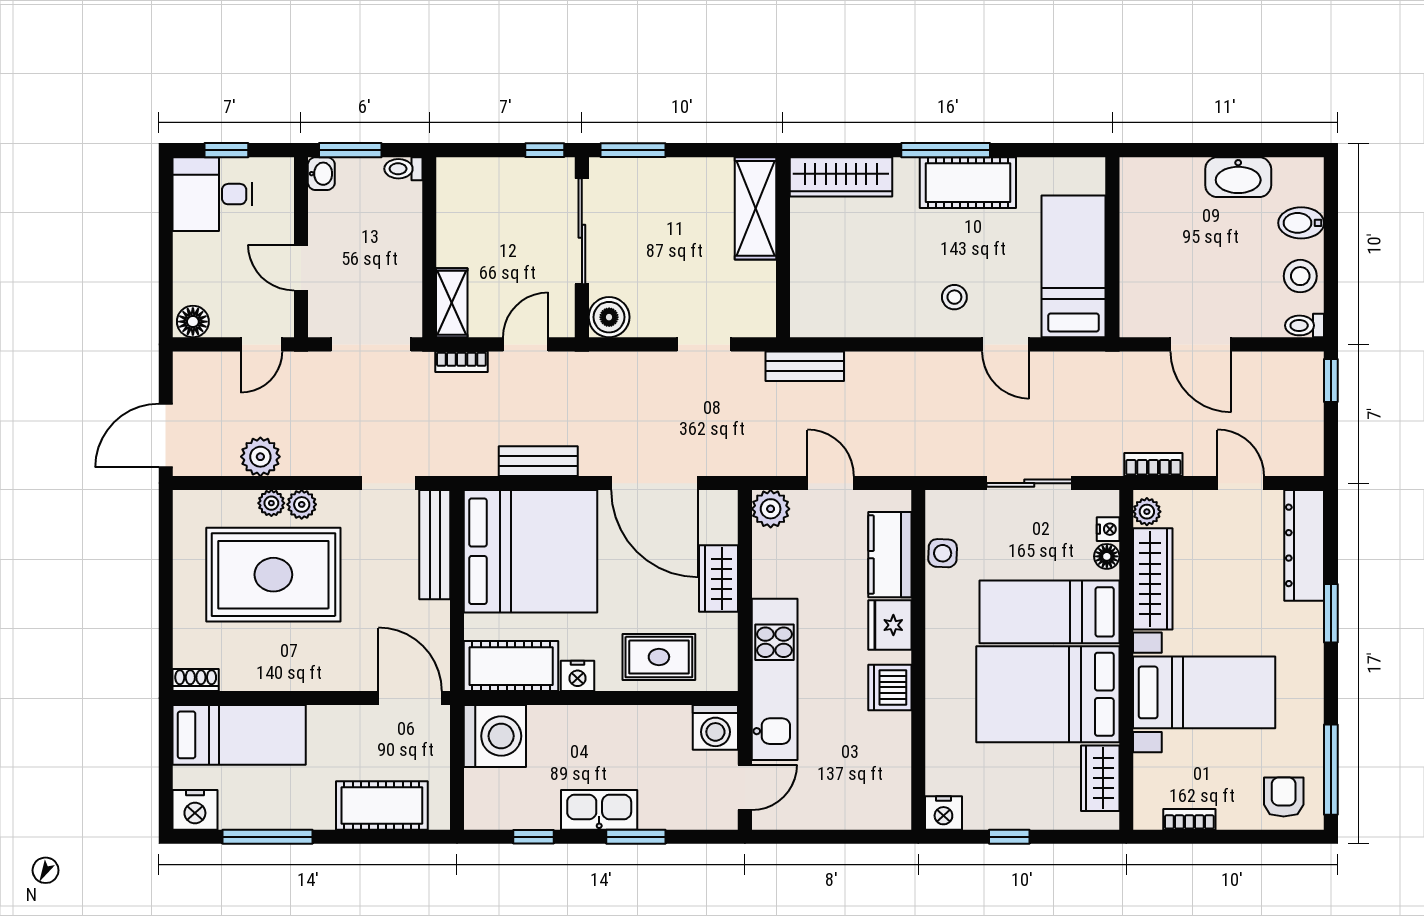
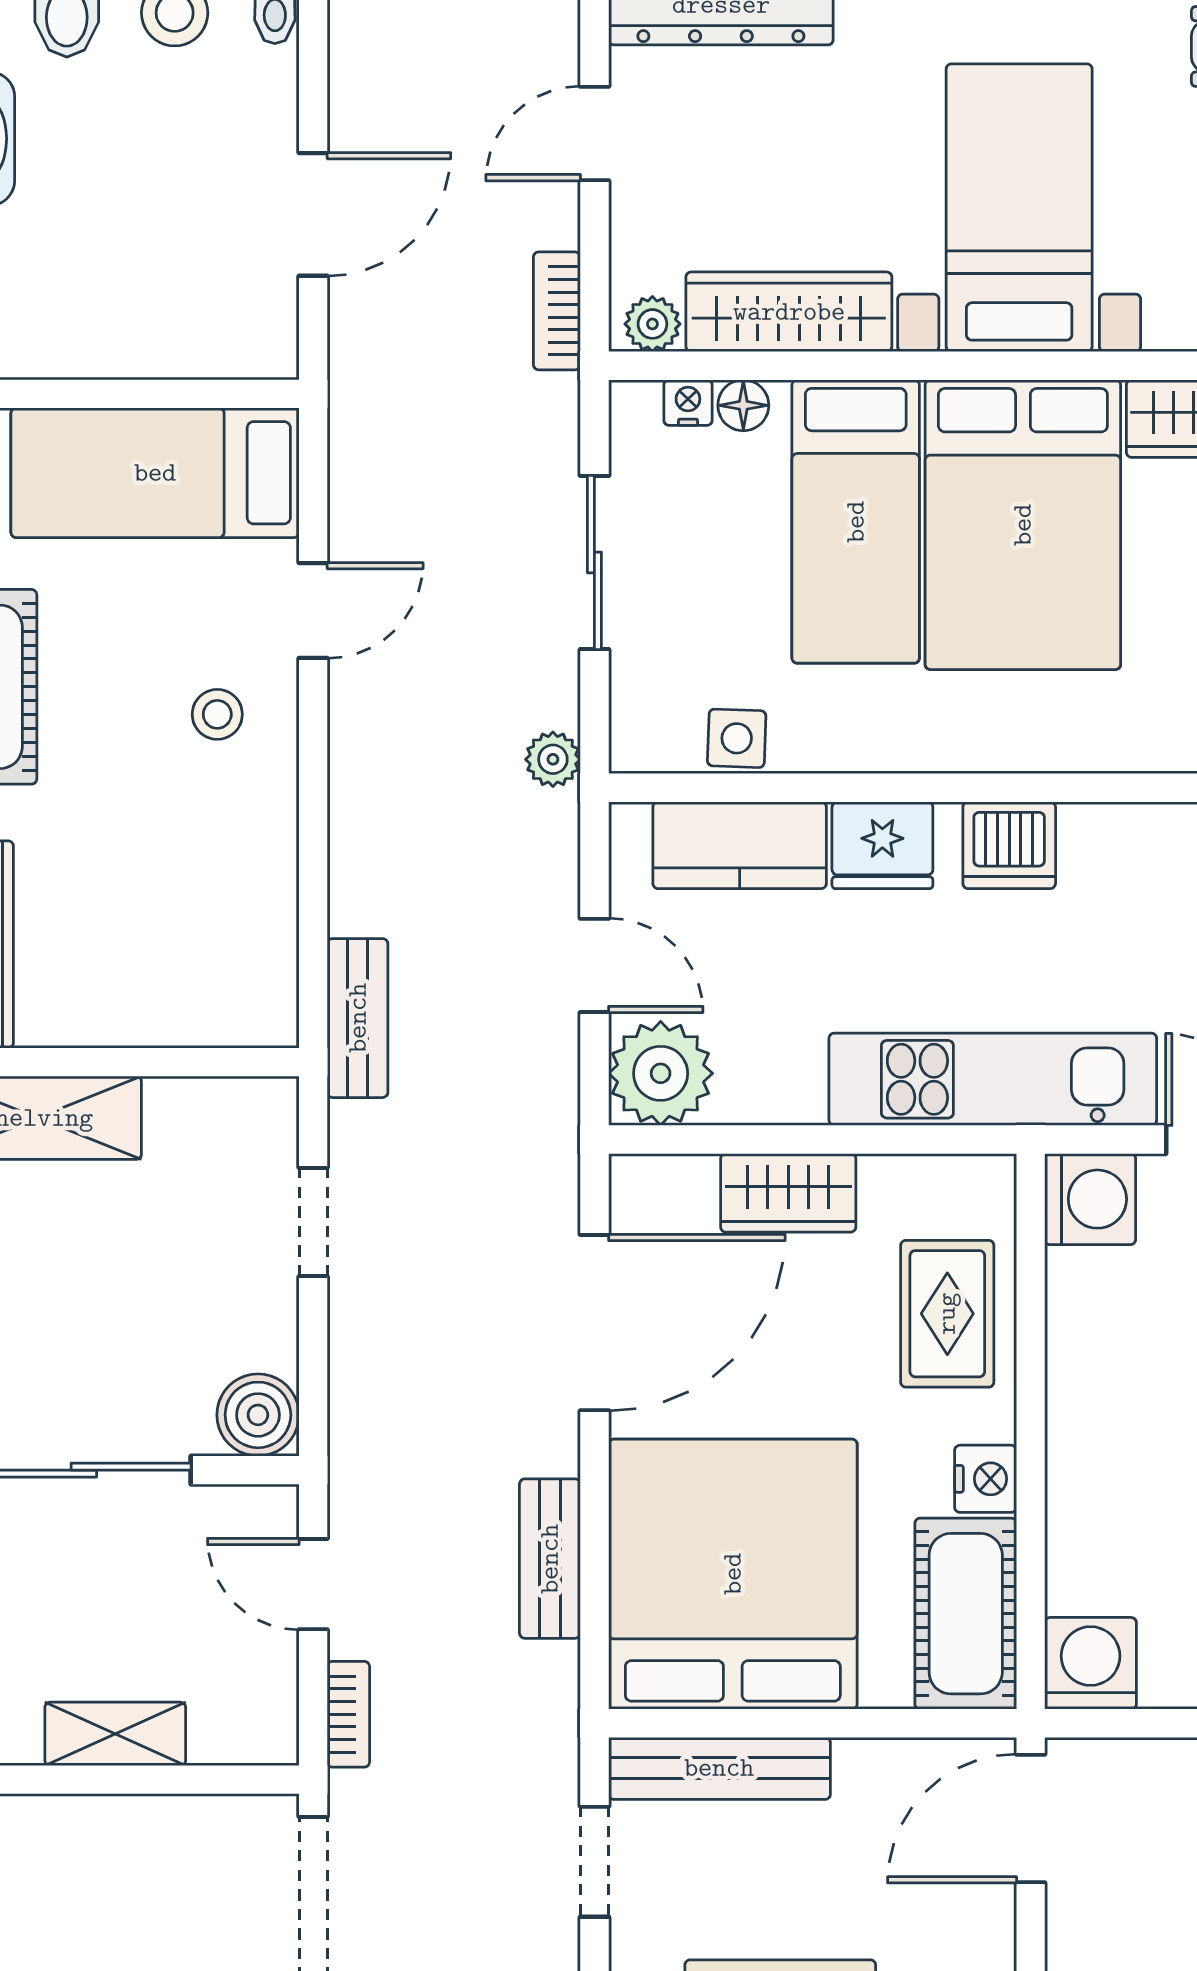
shelving: (452, 303) -> (115, 1734), moved
plant: (932, 463) -> (553, 759), added
door: (831, 483) -> (594, 965), swing flipped
plant: (771, 509) -> (661, 1073), width x1.36, depth x1.36
washing machine: (495, 736) -> (1091, 1663), width x0.73, depth x0.73

